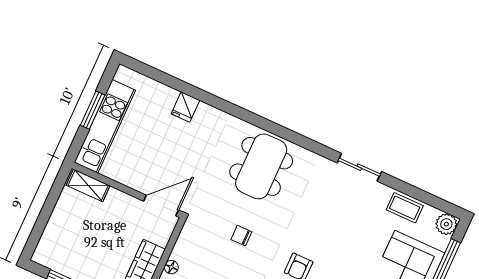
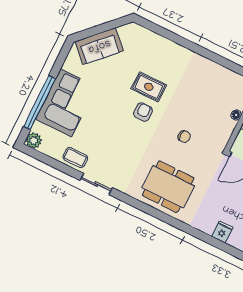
dining table: (261, 166) -> (168, 187), turned 90
coffee table: (405, 208) -> (75, 158), moved

